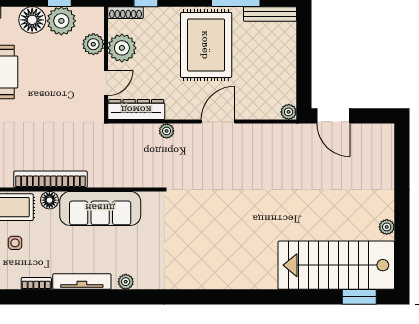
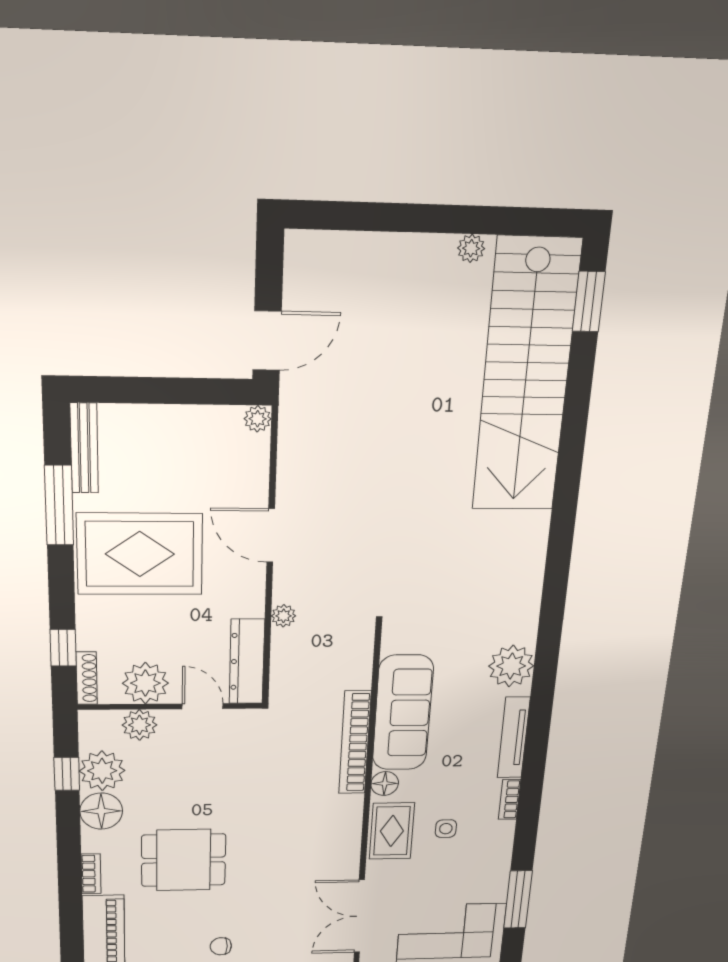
bookcase: (50, 179) -> (355, 743), moved
stairs: (336, 265) -> (526, 378), width x1.36
plant: (126, 282) -> (511, 666), width x1.88, depth x1.88

